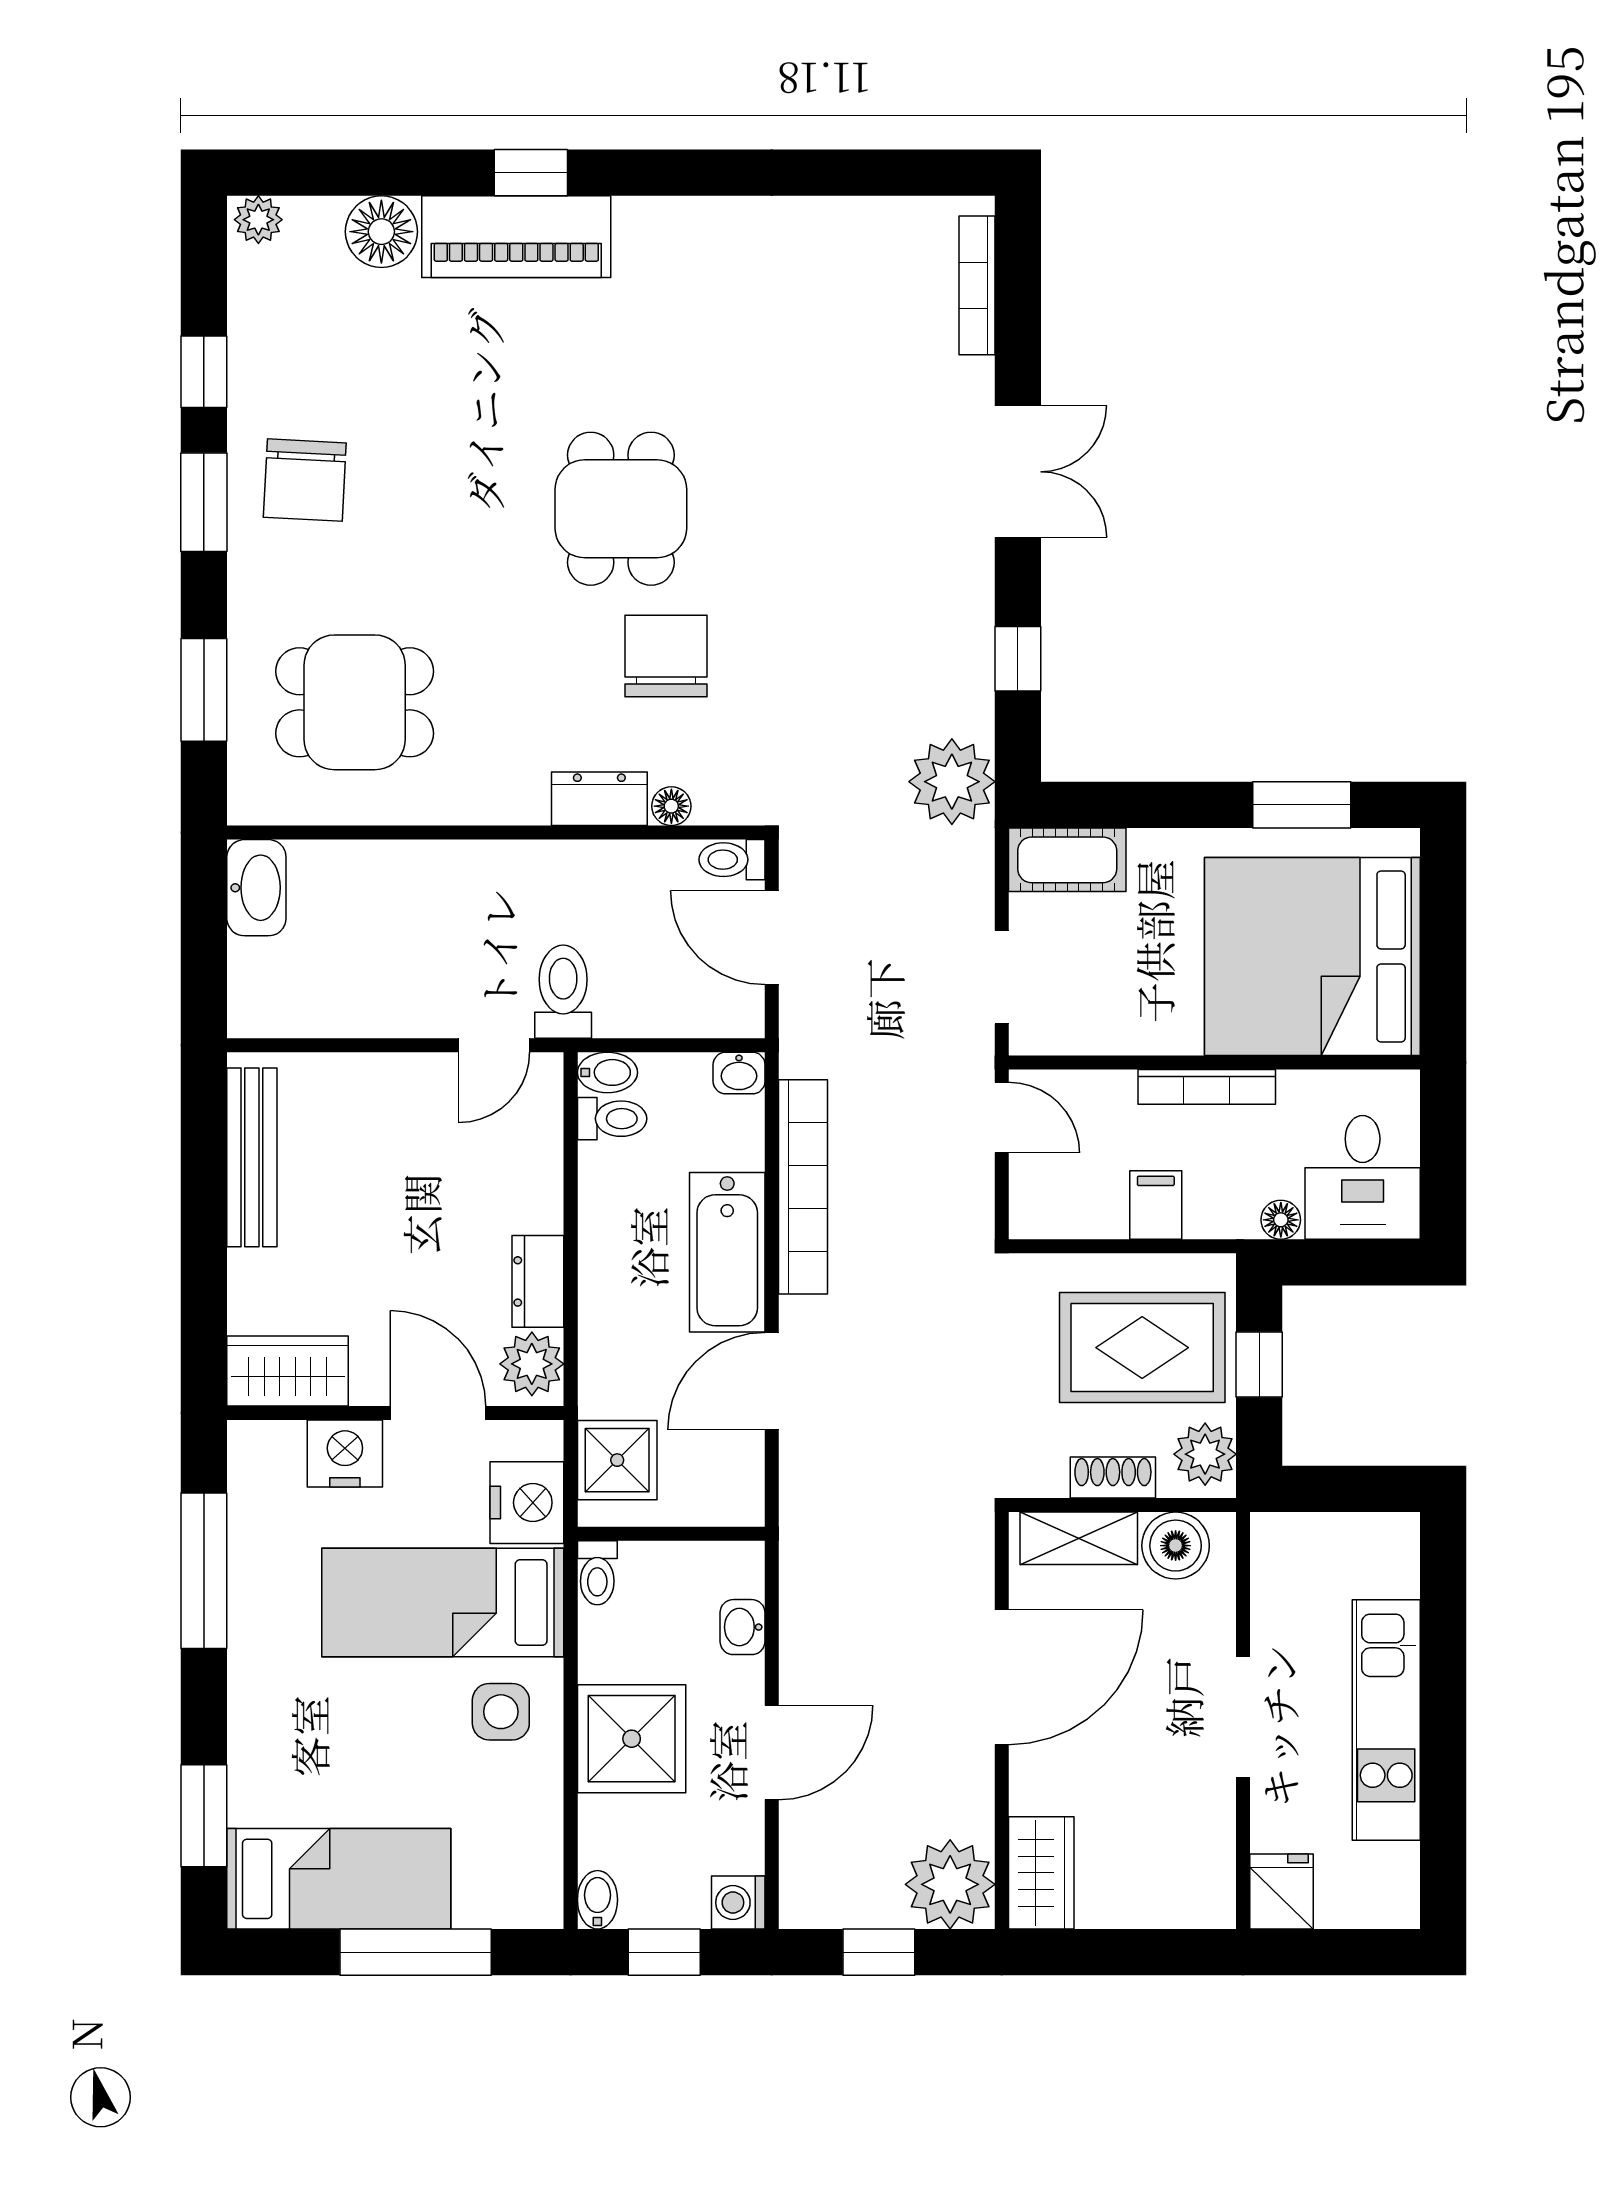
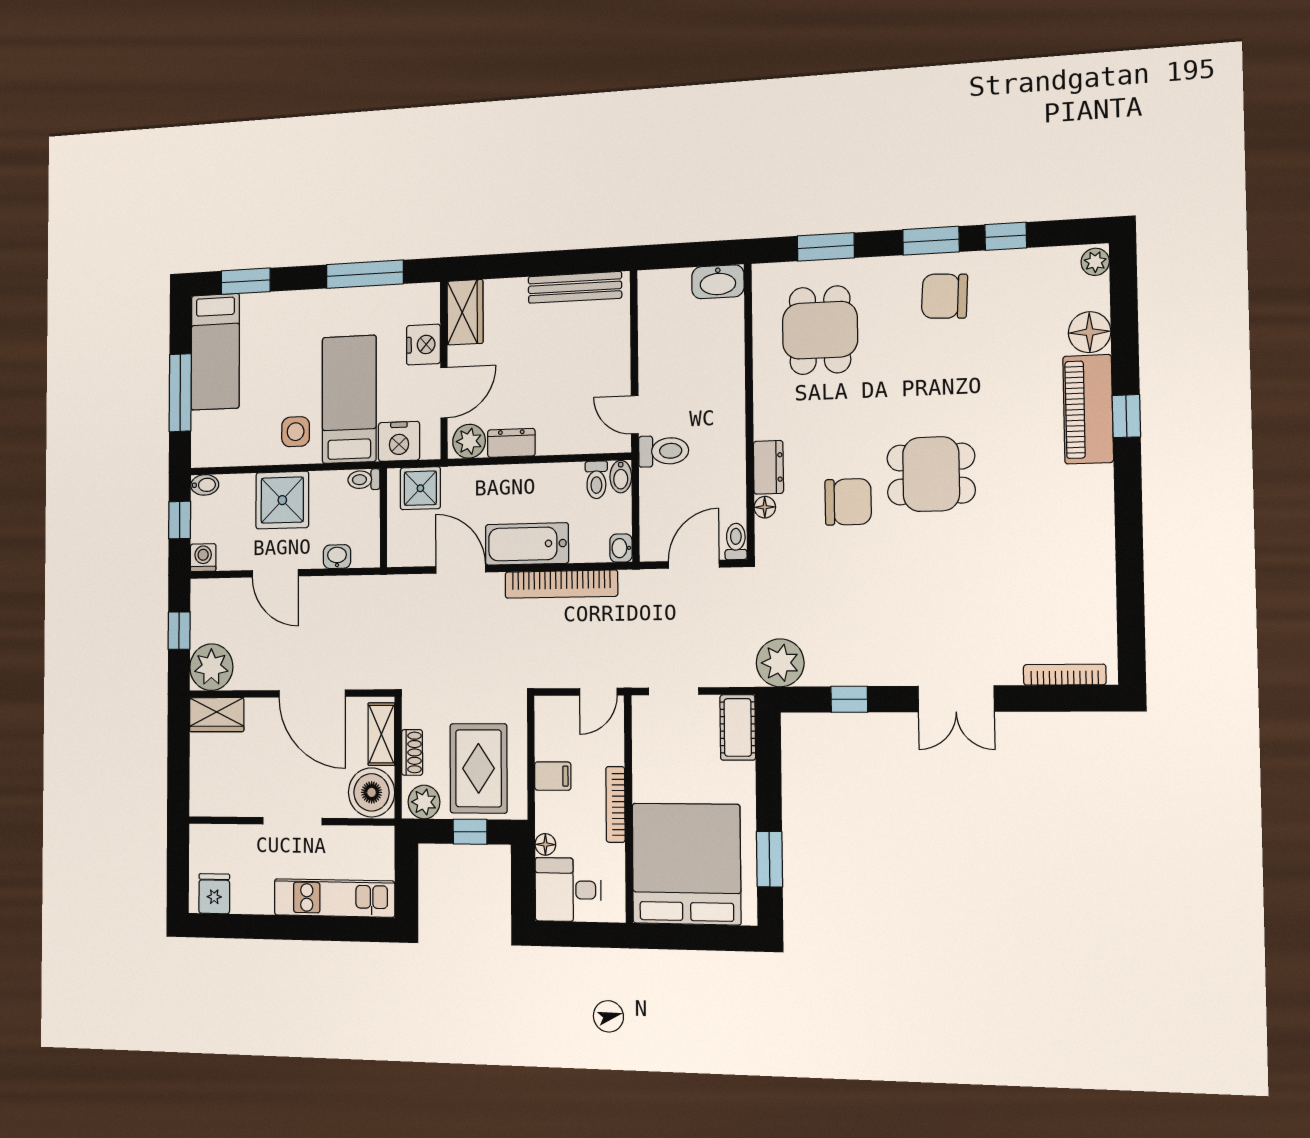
boiler: (1176, 1546) -> (372, 792), width x1.37, depth x1.37
kitchen unit: (1386, 1720) -> (334, 898), moved
fridge: (1282, 1891) -> (214, 894), moved, turned -90

